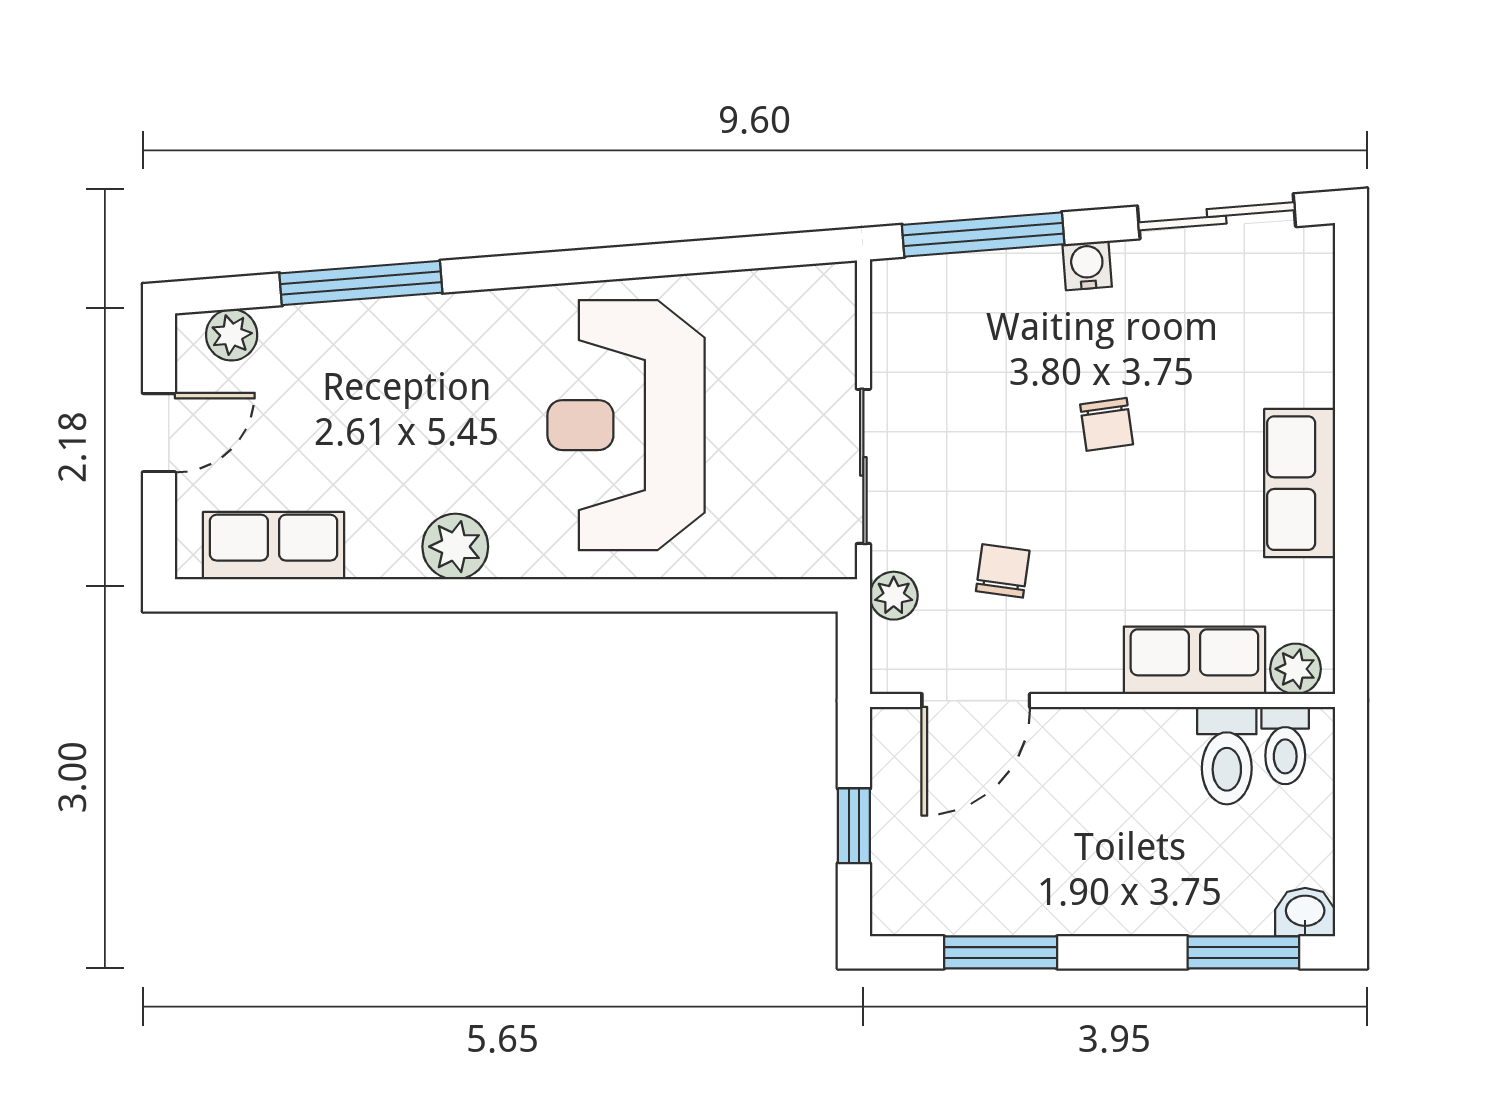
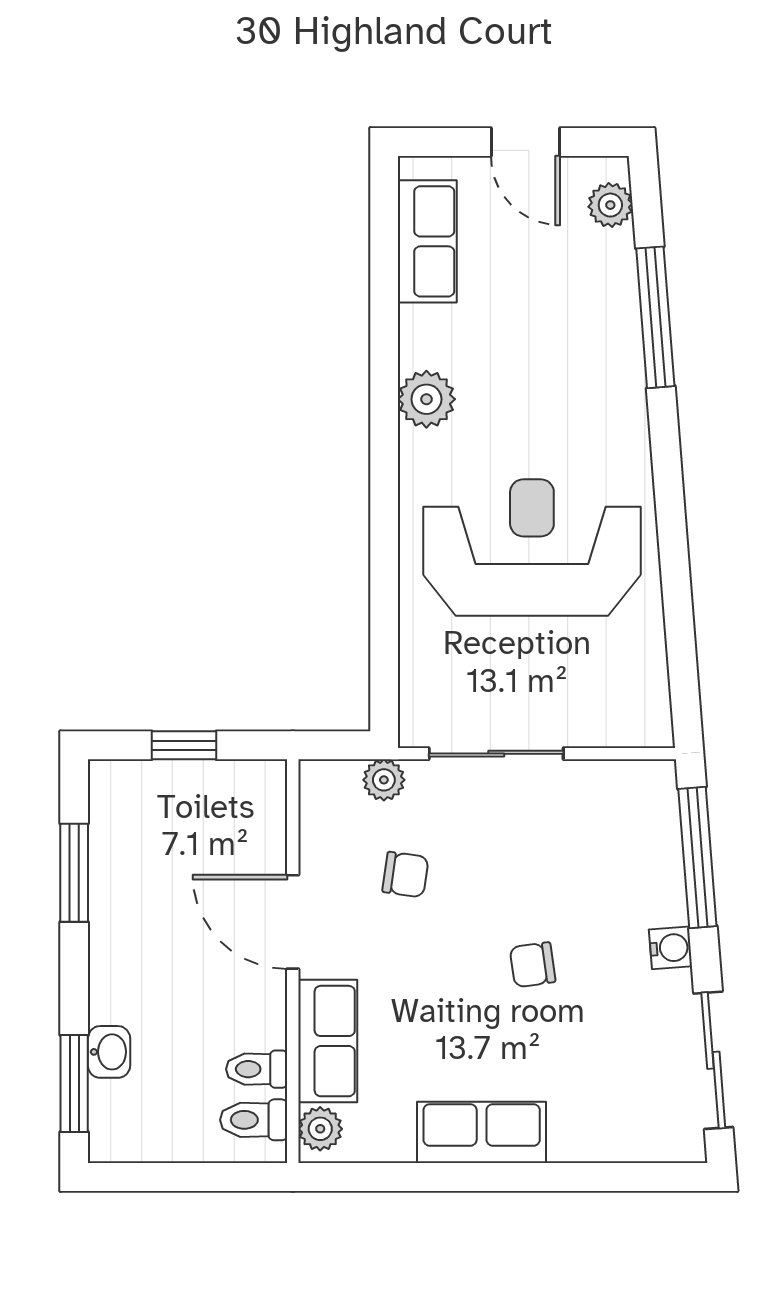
door: (976, 701) -> (293, 922), moved
toilet: (1227, 756) -> (257, 1069), width x0.73, depth x0.72
washbasin: (1305, 912) -> (109, 1052), moved

